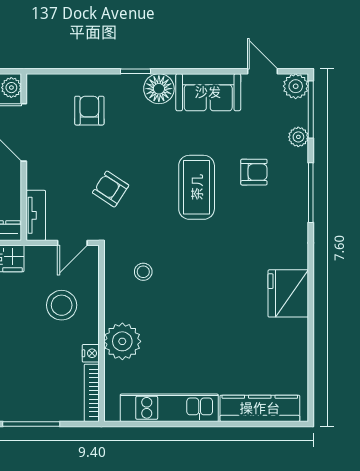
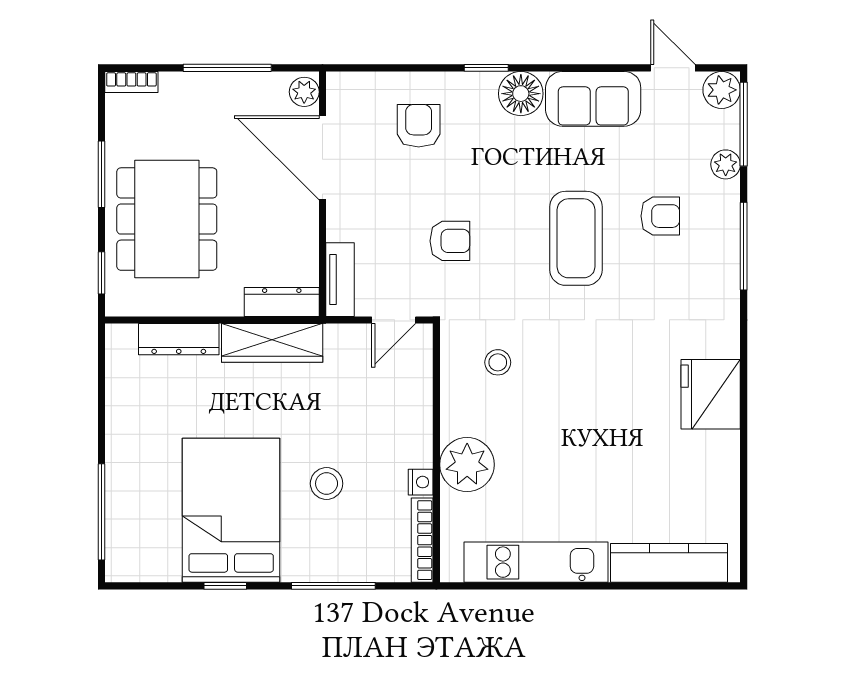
armchair: (111, 189) -> (450, 241), turned 147
stool: (62, 305) -> (327, 484), moved, width x0.73, depth x0.73

